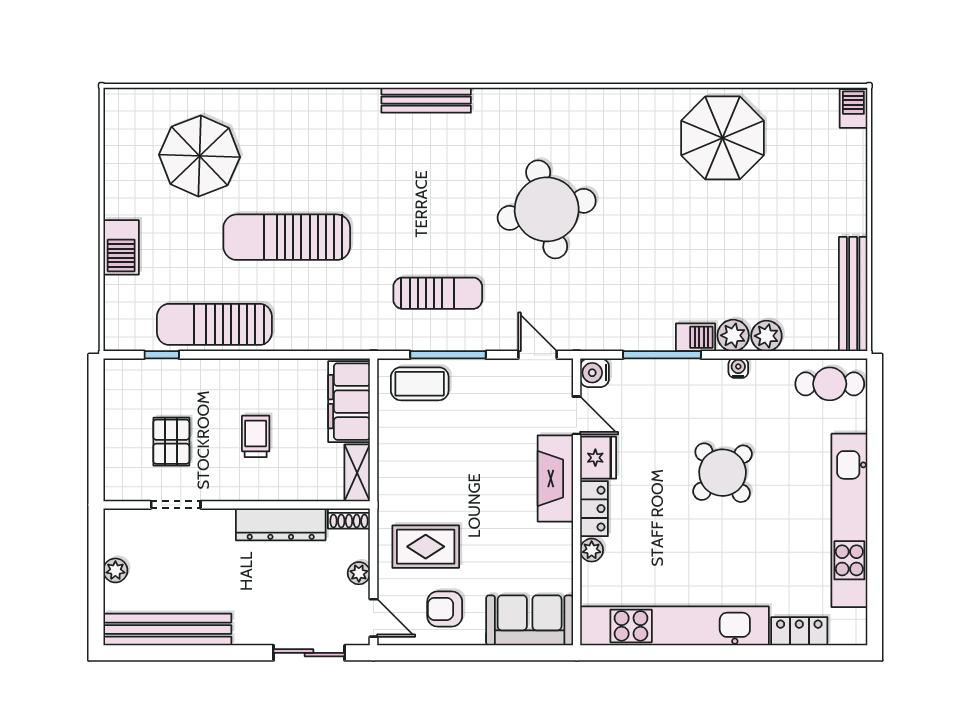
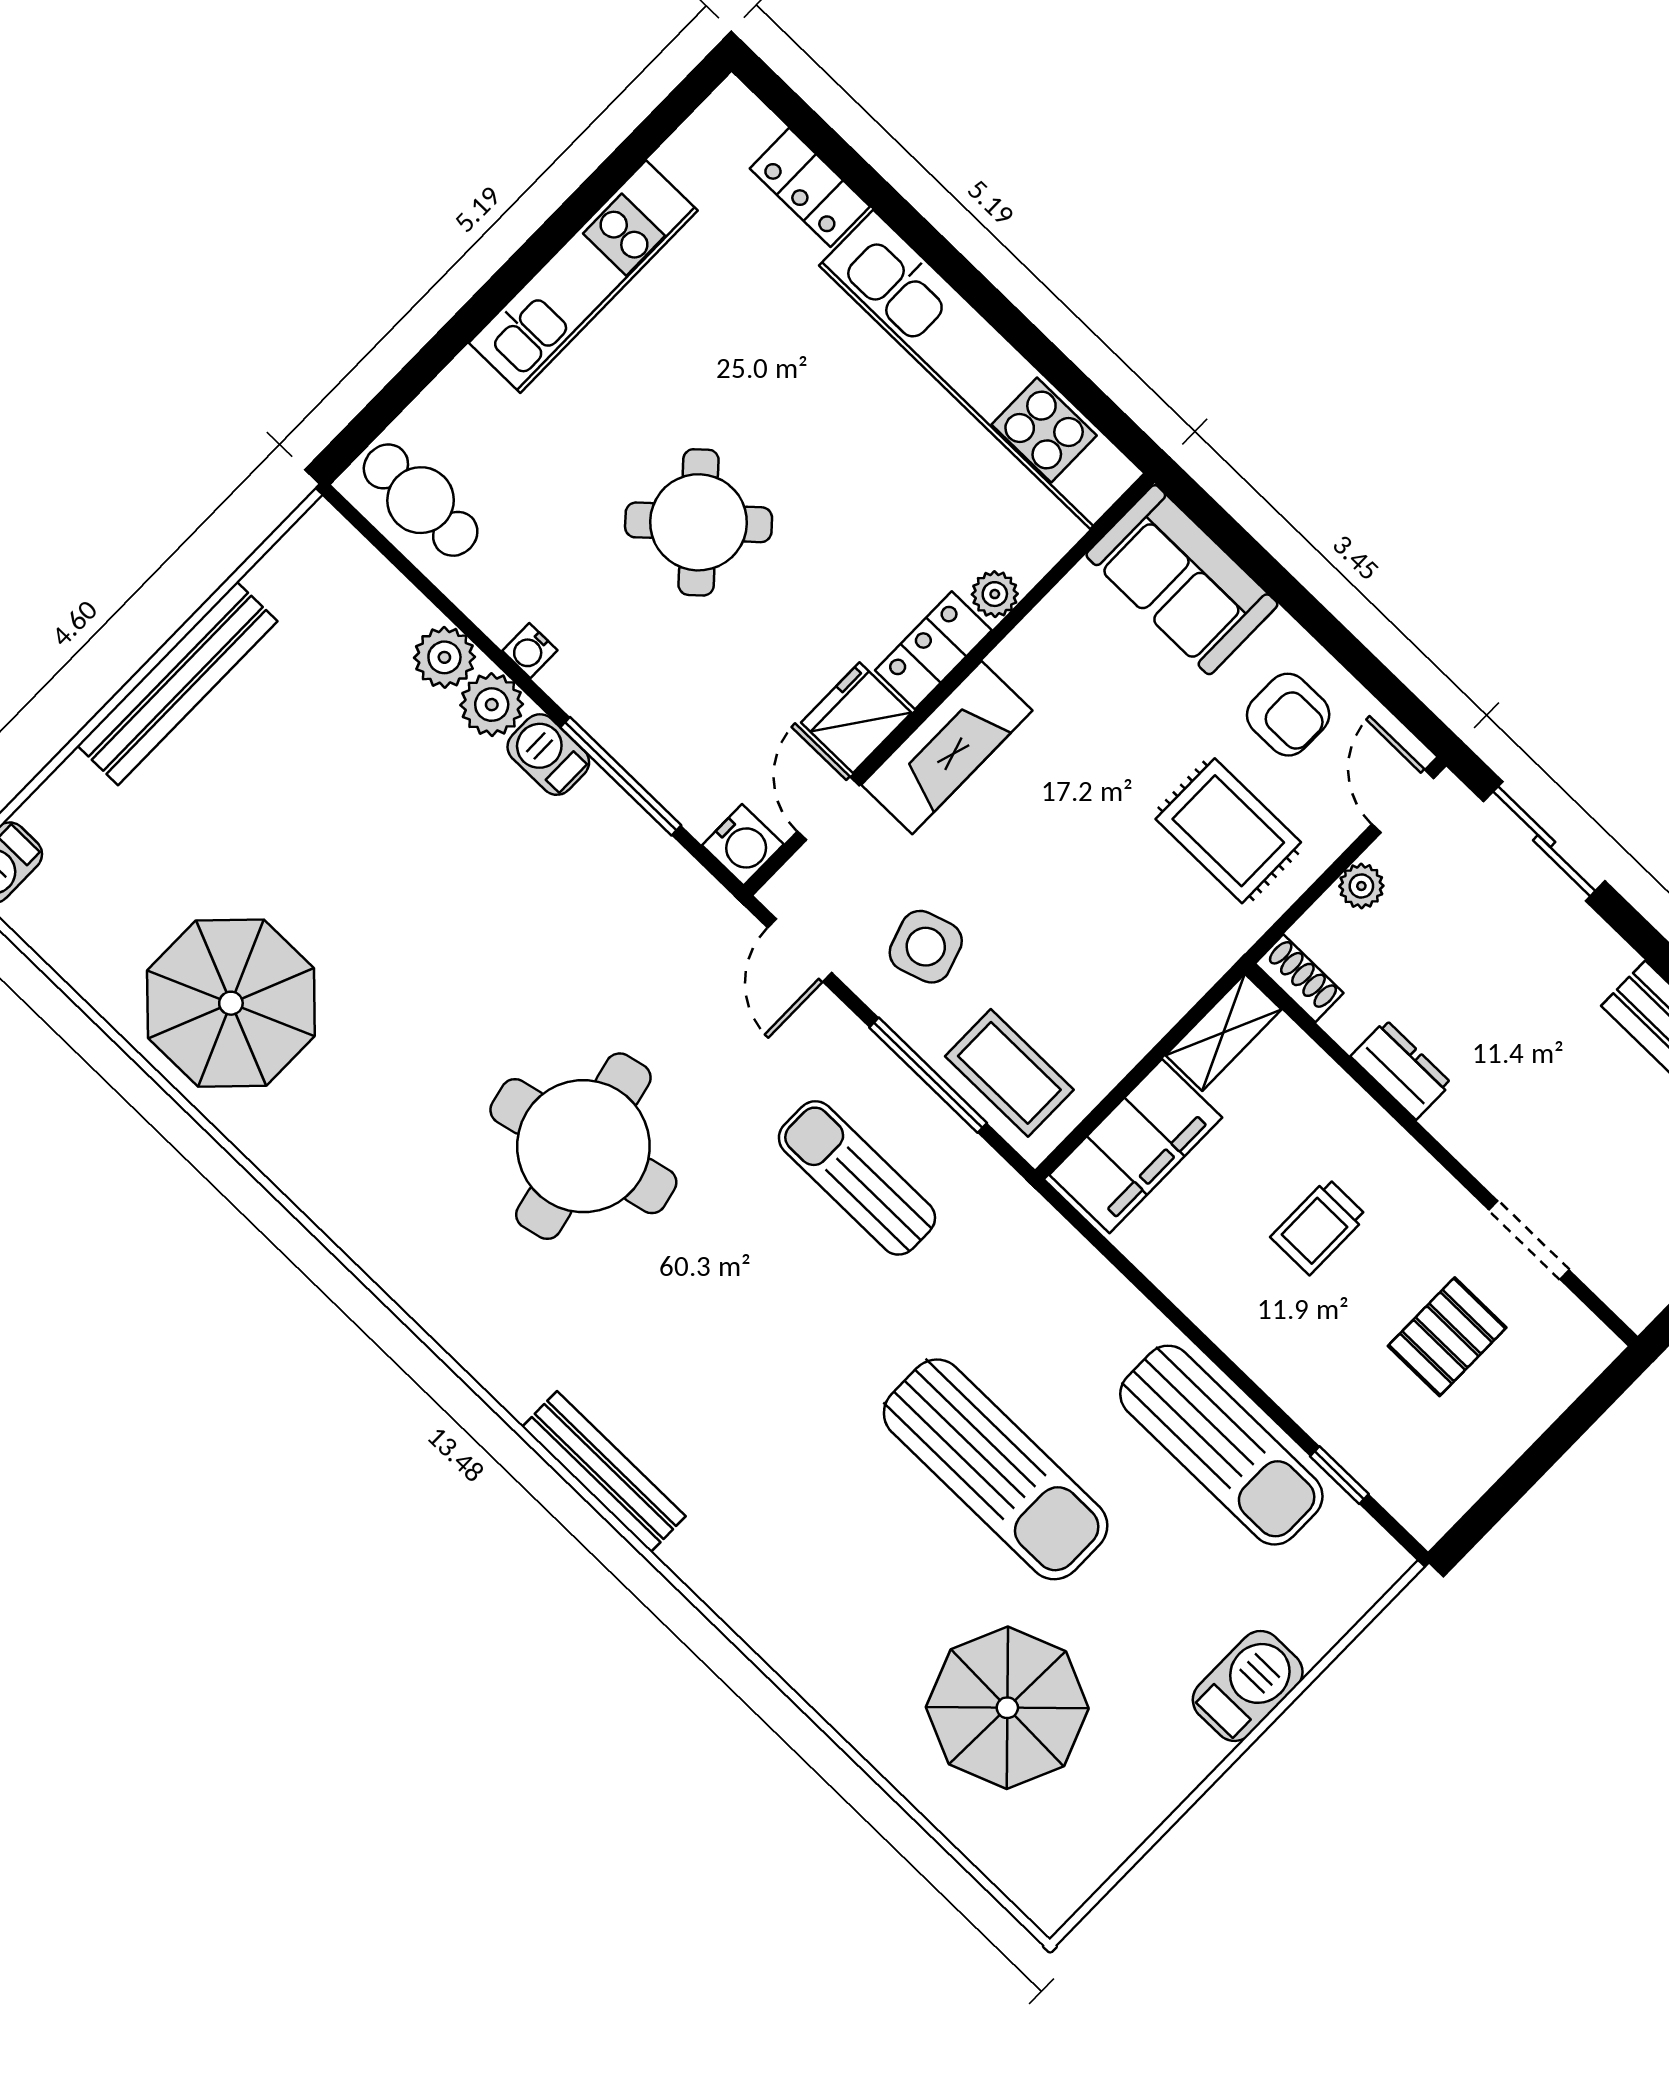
bench: (853, 294) -> (177, 683), moved
side table: (494, 400) -> (926, 947), added
kitchen unit: (849, 520) -> (583, 277), width x0.73
dresser: (281, 524) -> (1401, 1070), width x0.51, depth x0.80

